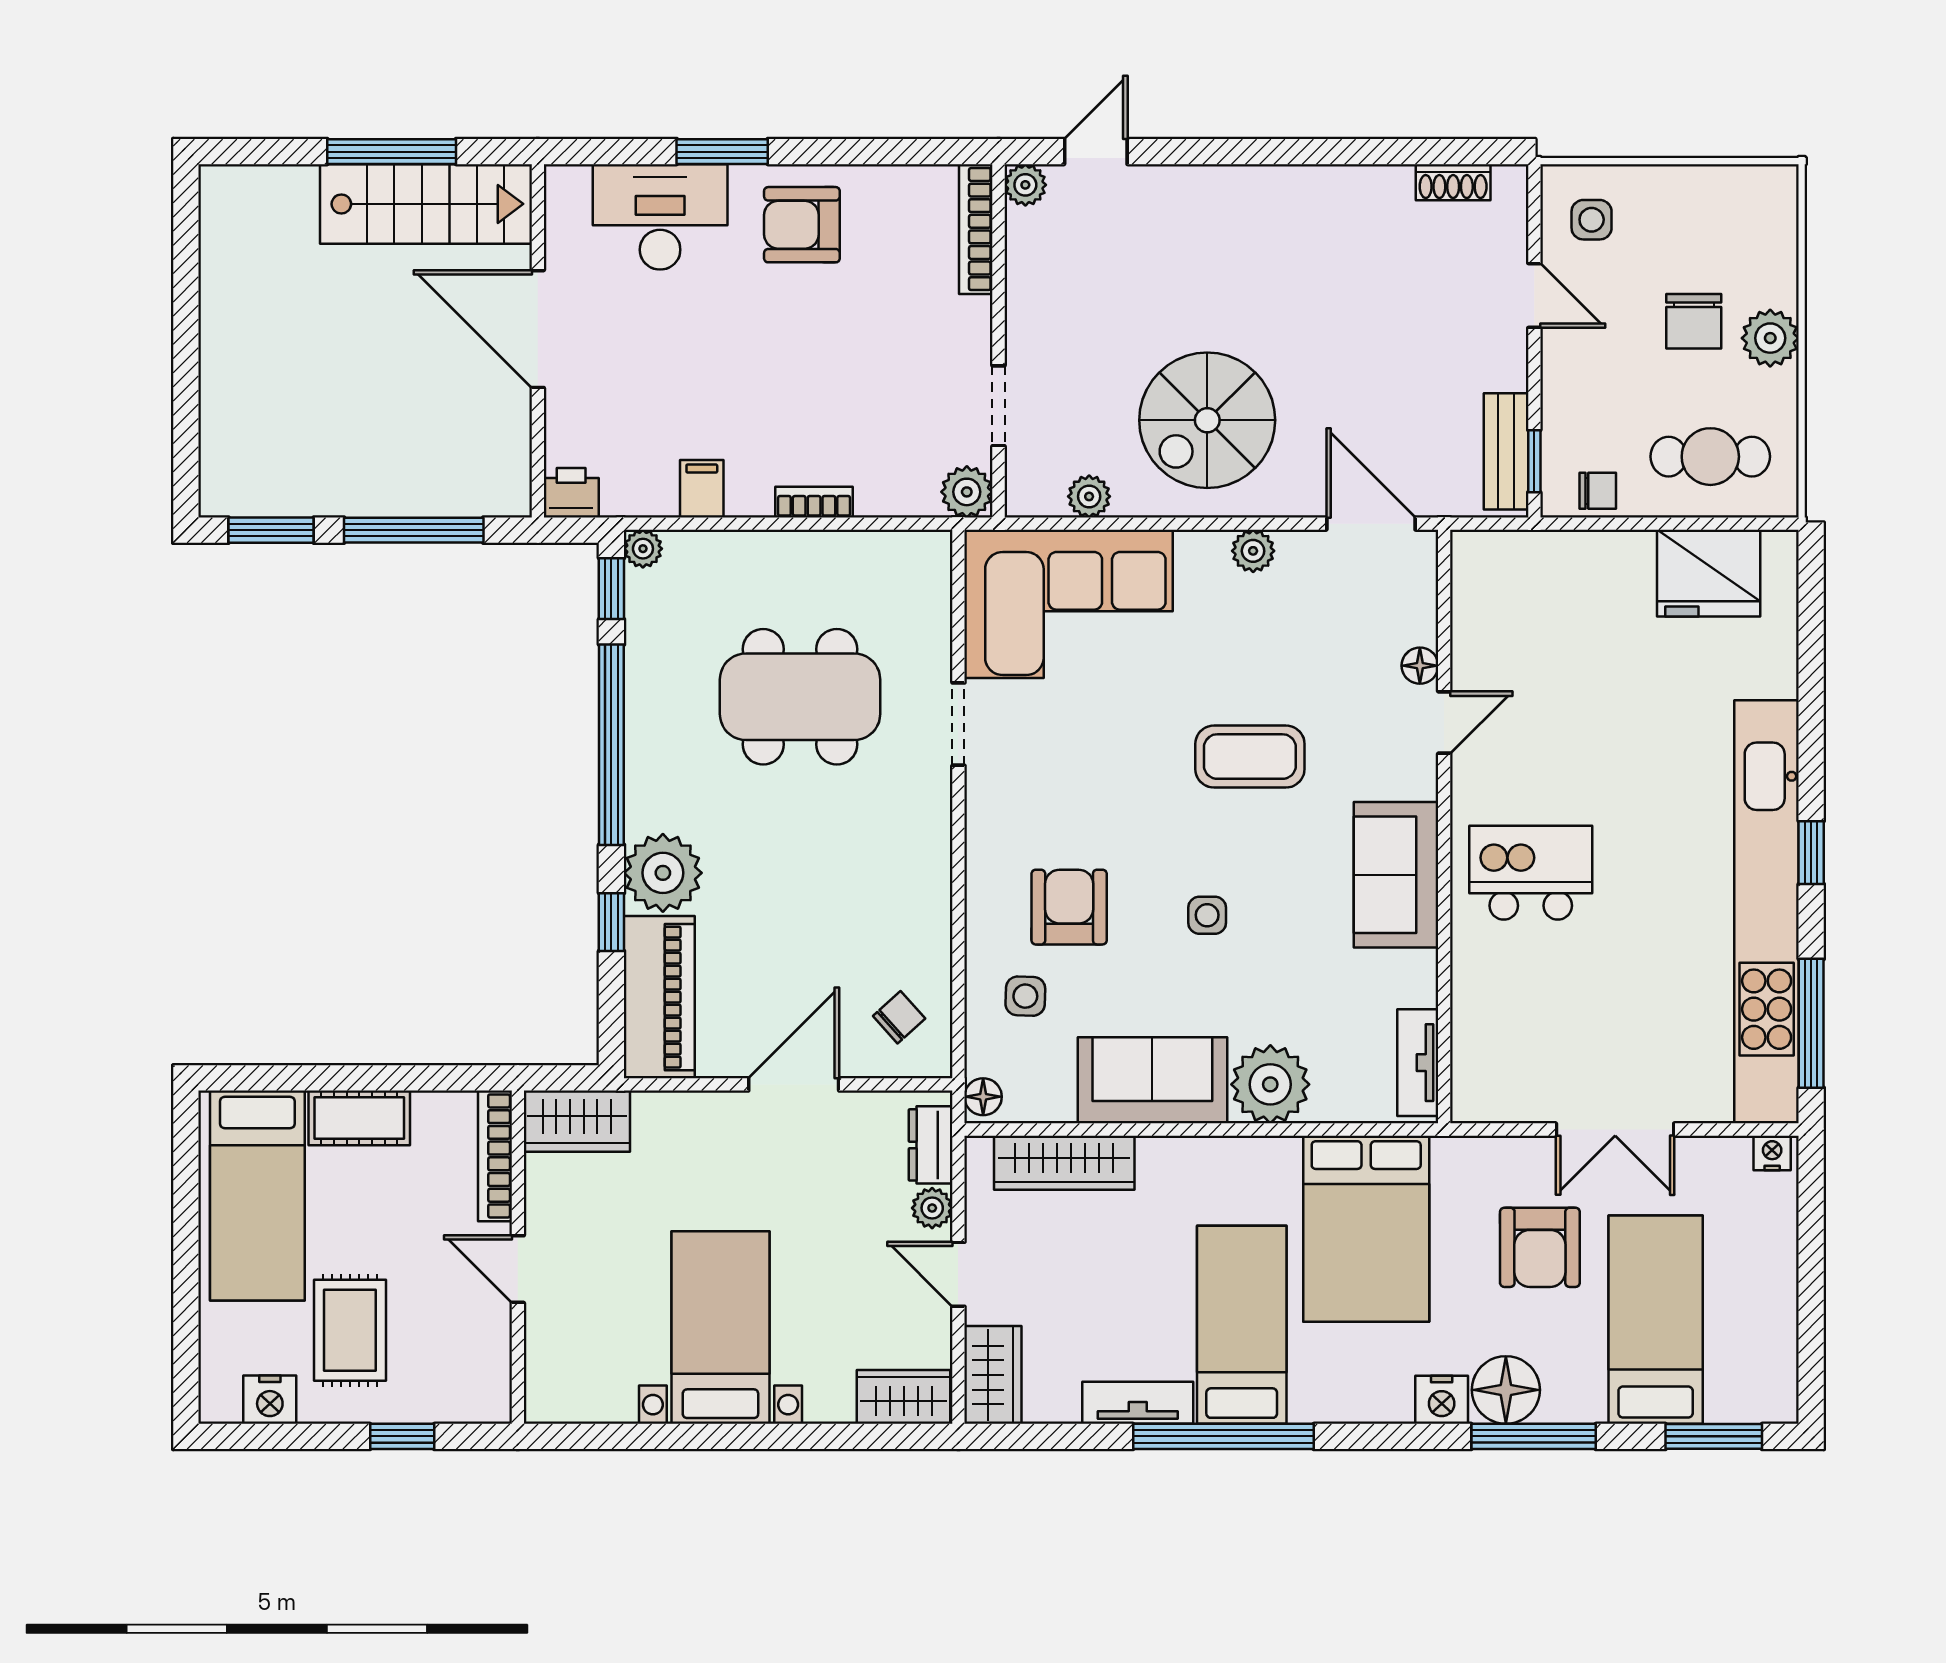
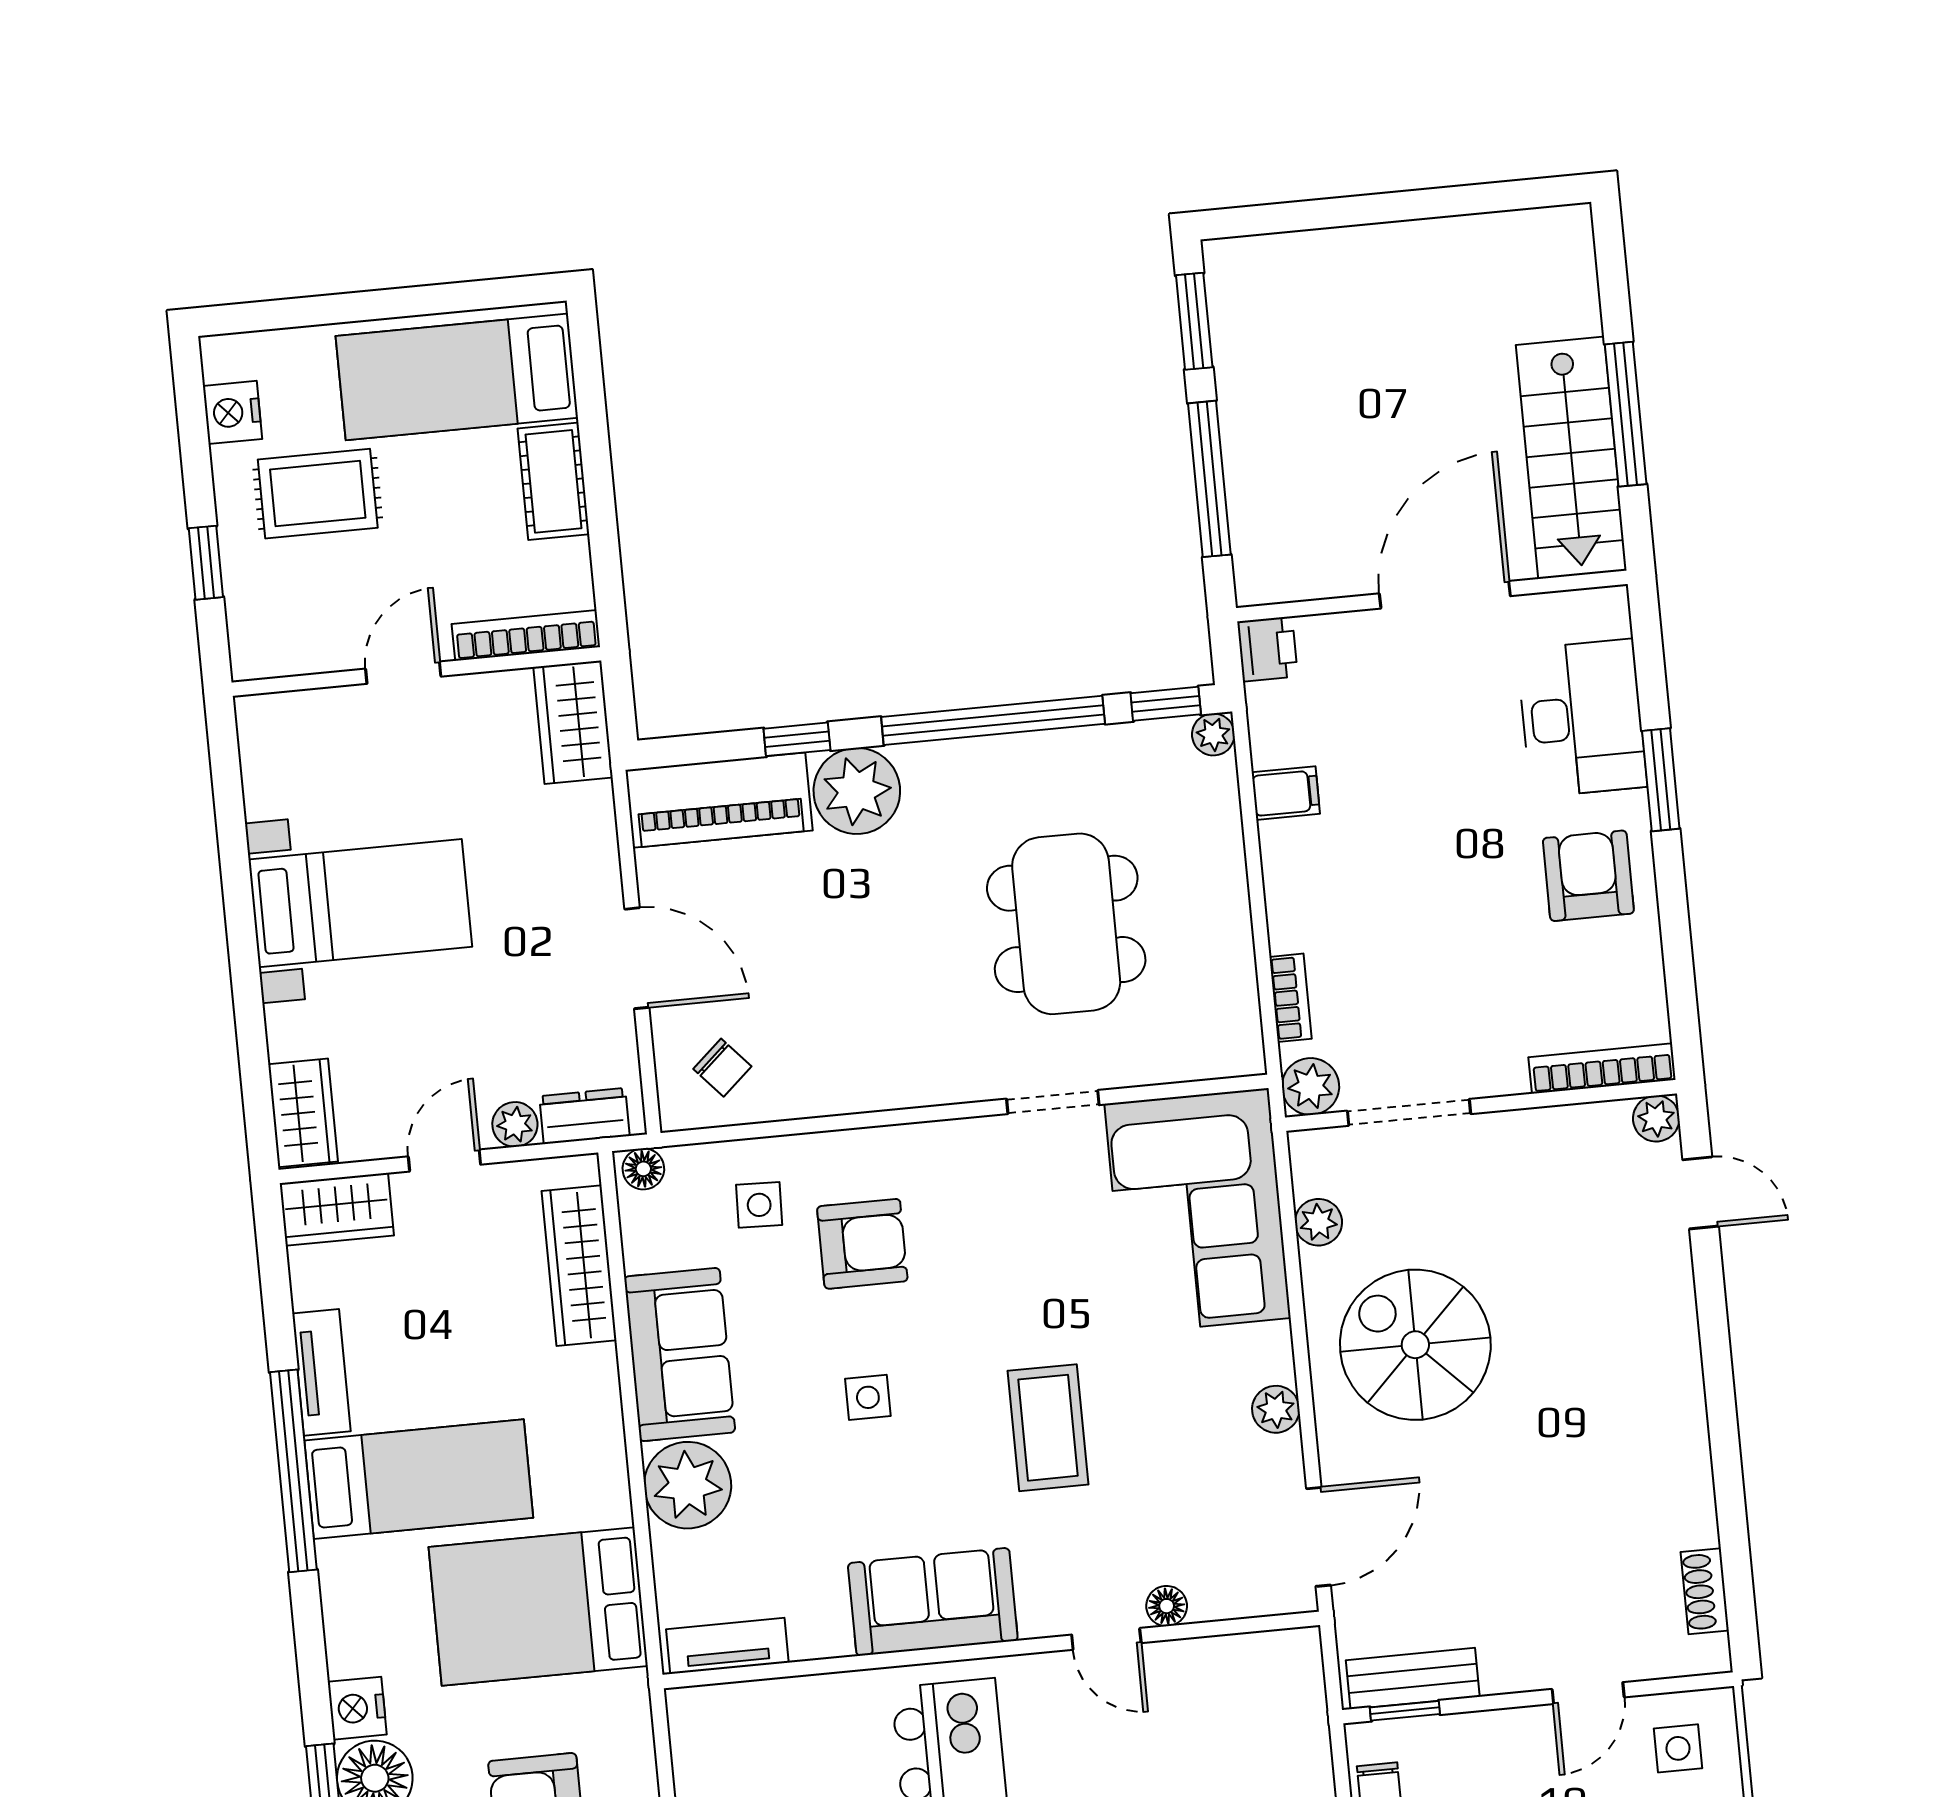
doorway: (998, 406) -> (1409, 1112), width x1.38
bookcase: (814, 502) -> (1291, 998), moved

